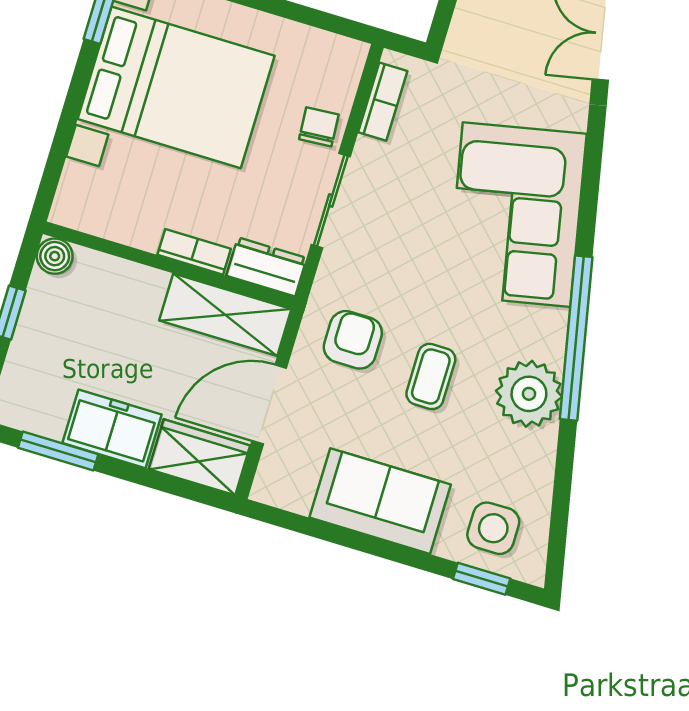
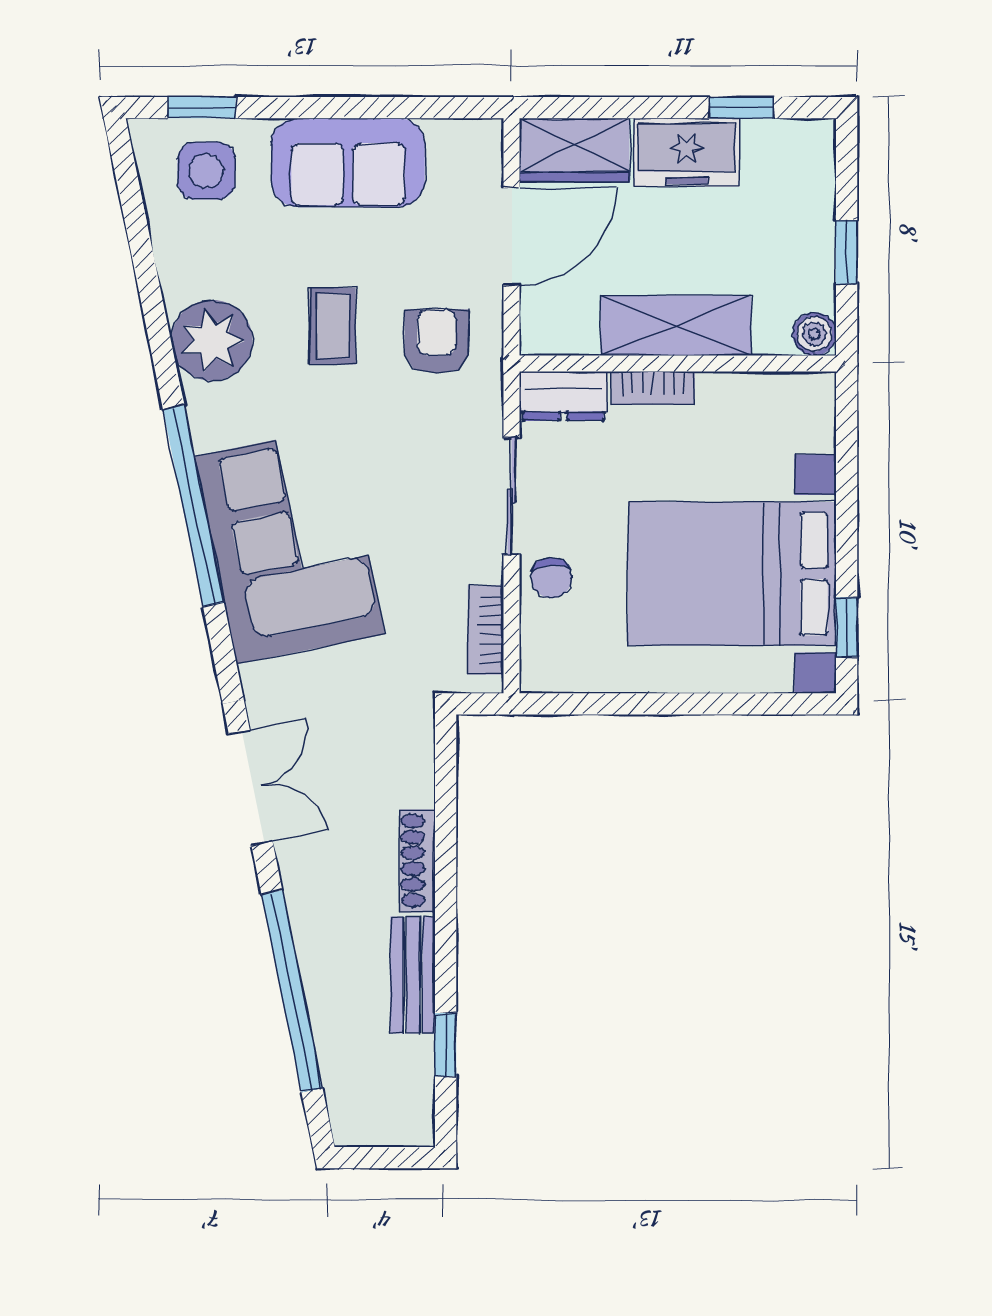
shelving: (225, 315) -> (676, 326), moved
window: (576, 338) -> (193, 506), moved
armchair: (353, 340) -> (437, 341), turned 180
window: (58, 451) -> (742, 108), width x0.67

